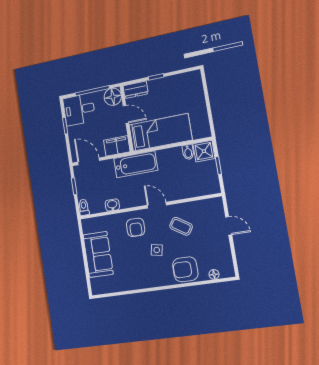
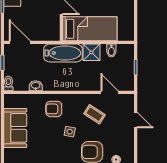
filing cabinet: (117, 146) -> (48, 33), removed
shower: (204, 151) -> (91, 52), moved
door: (157, 205) -> (109, 92), moved
armchair: (136, 227) -> (54, 109), turned 90

